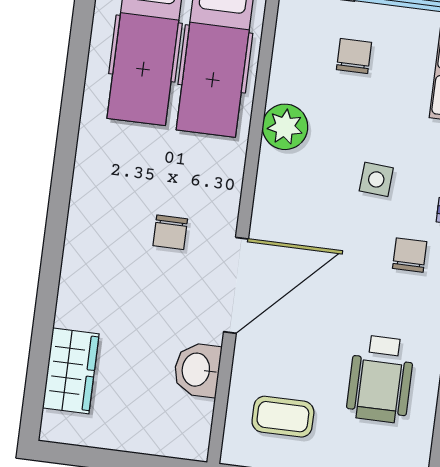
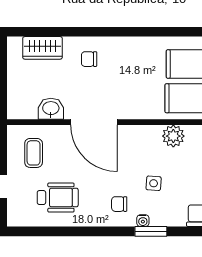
chair: (170, 232) -> (89, 59), moved
chair: (410, 255) -> (119, 204), turned 180
wheelchair: (380, 379) -> (58, 198), turned 180

